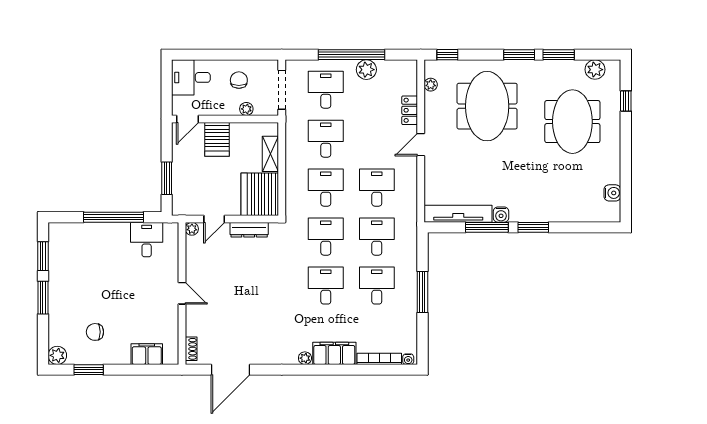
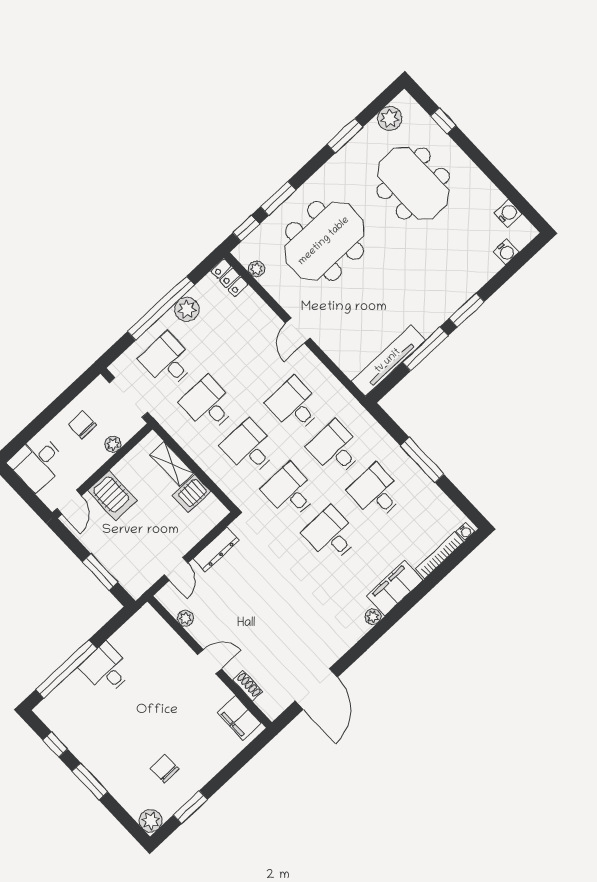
window: (519, 55) -> (278, 198), moved
meeting table: (487, 106) -> (324, 241), turned 90
locker: (410, 110) -> (230, 278), moved
server rack: (260, 194) -> (192, 494), width x0.46, depth x0.70
water cooler: (501, 215) -> (506, 252), moved
window: (114, 217) -> (66, 669), moved
plant: (192, 229) -> (185, 618), moved
desk: (147, 240) -> (106, 669), moved
window: (43, 256) -> (55, 744), width x0.67
chair: (95, 332) -> (165, 769), turned 90
shoe rack: (191, 349) -> (248, 686), moved
filing cabinet: (147, 354) -> (239, 718), moved, turned -90

